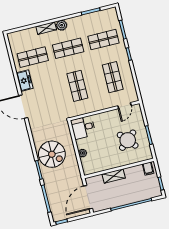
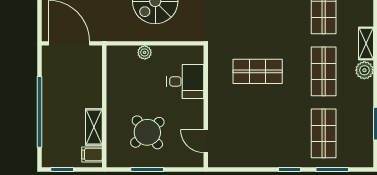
shop shelf: (113, 77) -> (258, 133), removed
desk: (83, 127) -> (185, 81), moved, turned 90
shelving: (114, 176) -> (94, 127), moved

